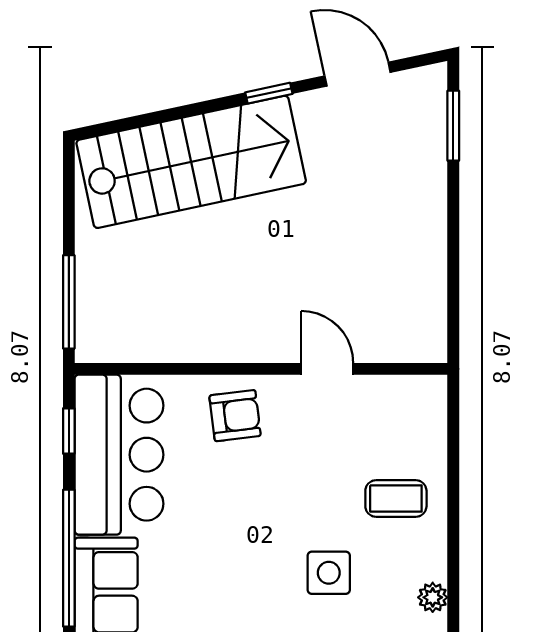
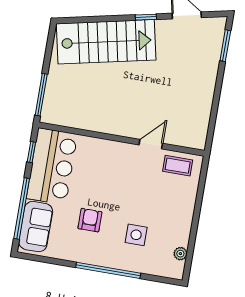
door: (327, 369) -> (151, 144), hinge flipped
armchair: (235, 416) -> (90, 220), moved, turned -83
coffee table: (396, 499) -> (178, 166), moved

